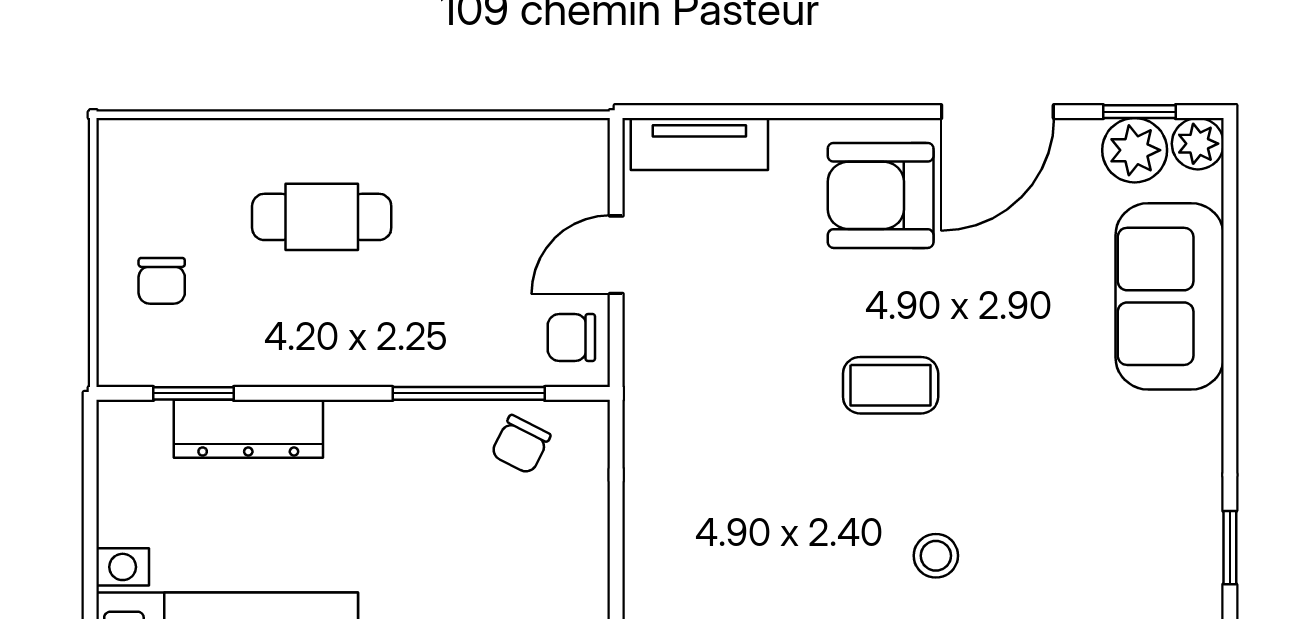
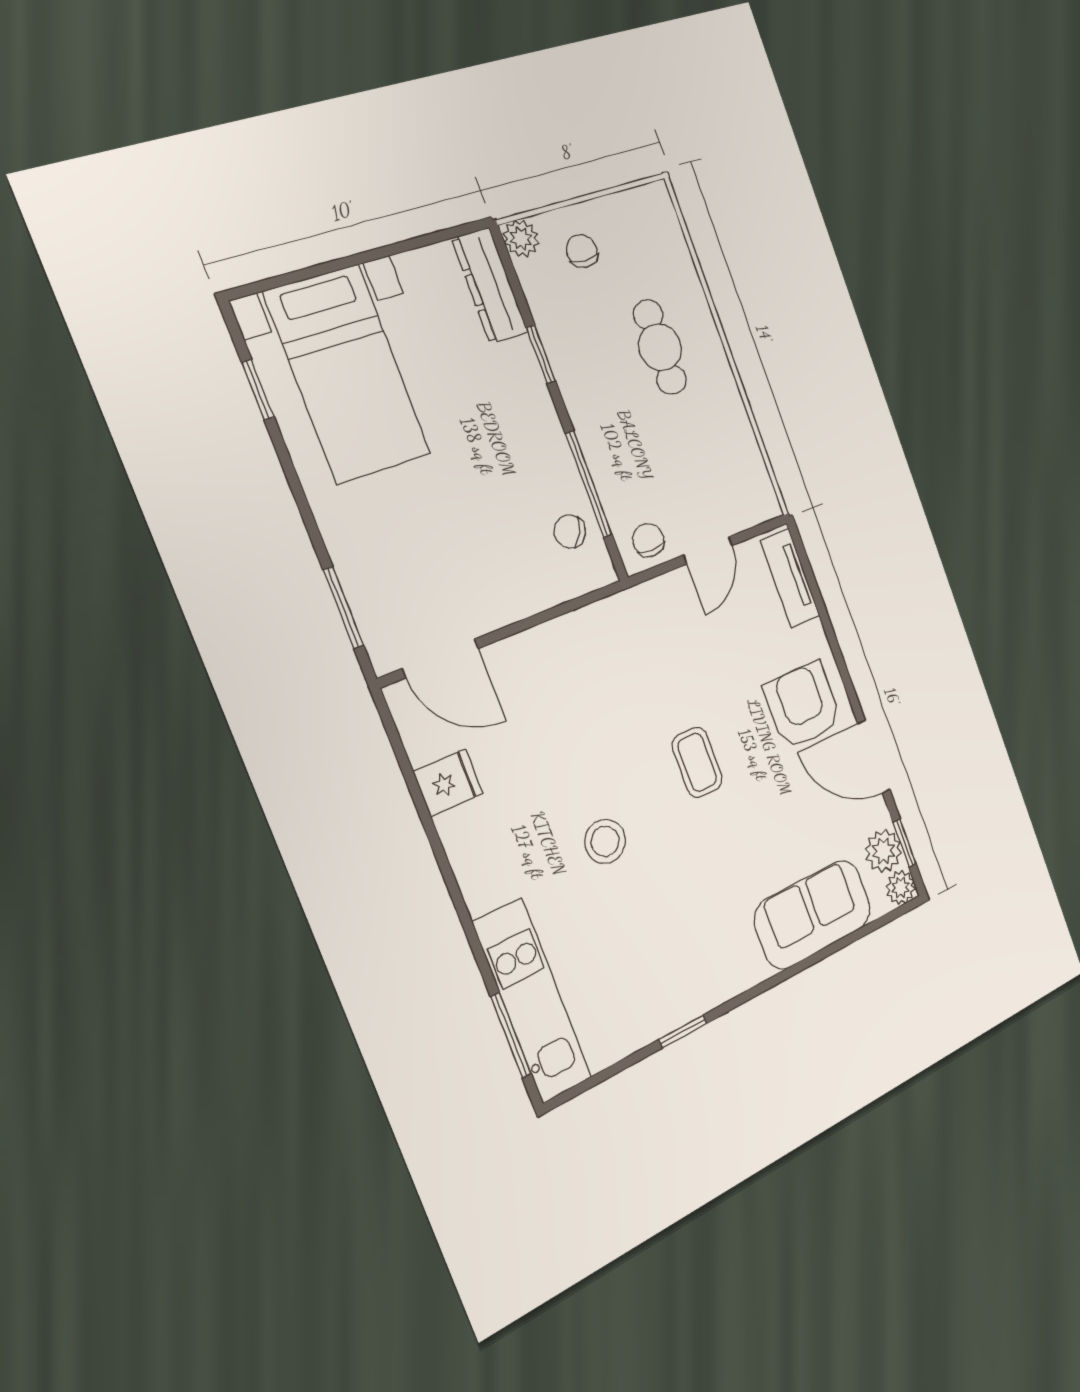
door: (616, 255) -> (708, 550), swing flipped
chair: (162, 281) -> (582, 251), turned 90
plant: (122, 361) -> (521, 238), added
window: (194, 393) -> (541, 354), moved
dresser: (248, 429) -> (490, 285), moved
stool: (936, 556) -> (605, 841), width x1.37, depth x1.37

